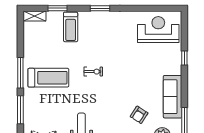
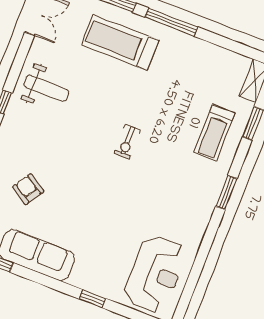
treadmill: (71, 27) -> (214, 133), turned -90
treadmill: (48, 78) -> (120, 43), moved, turned 90

